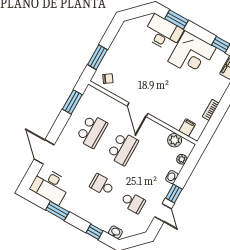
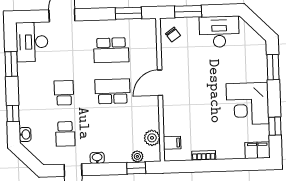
desk: (163, 33) -> (219, 32), moved, turned -90
school desk: (123, 148) -> (113, 91), turned 180
washbasin: (172, 177) -> (97, 158), moved
window: (174, 194) -> (136, 168), moved

